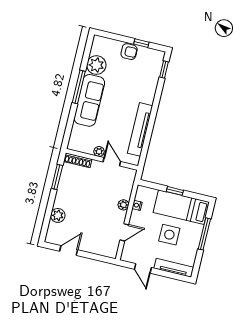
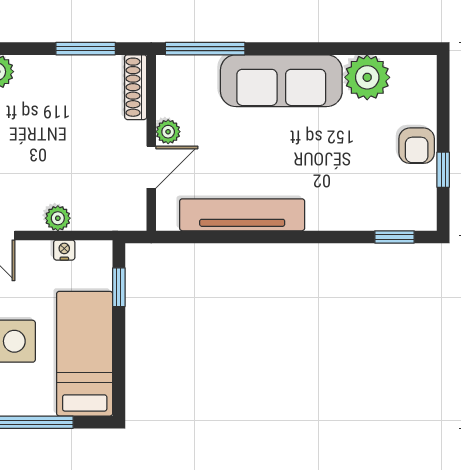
window: (79, 87) -> (205, 49), moved
window: (175, 191) -> (119, 287), moved

